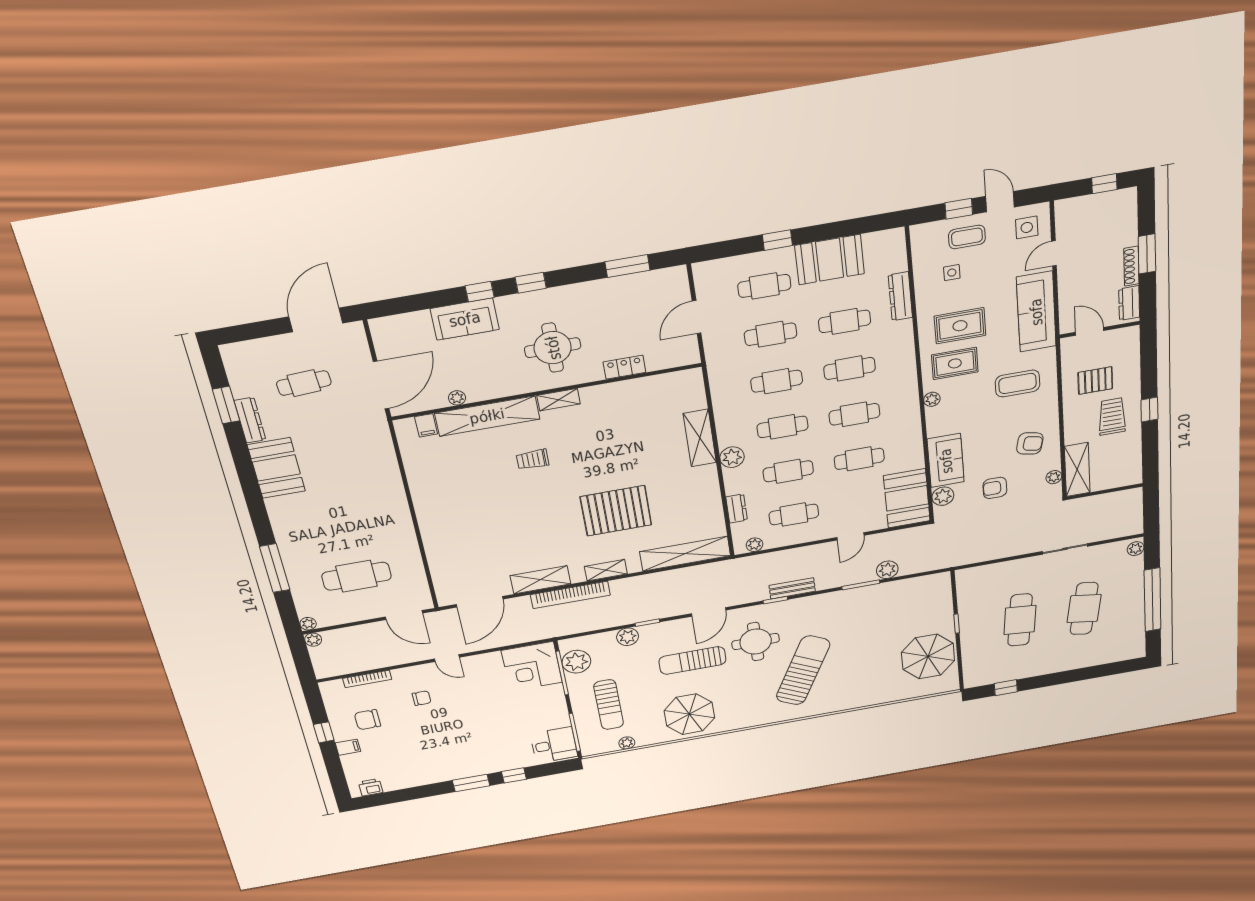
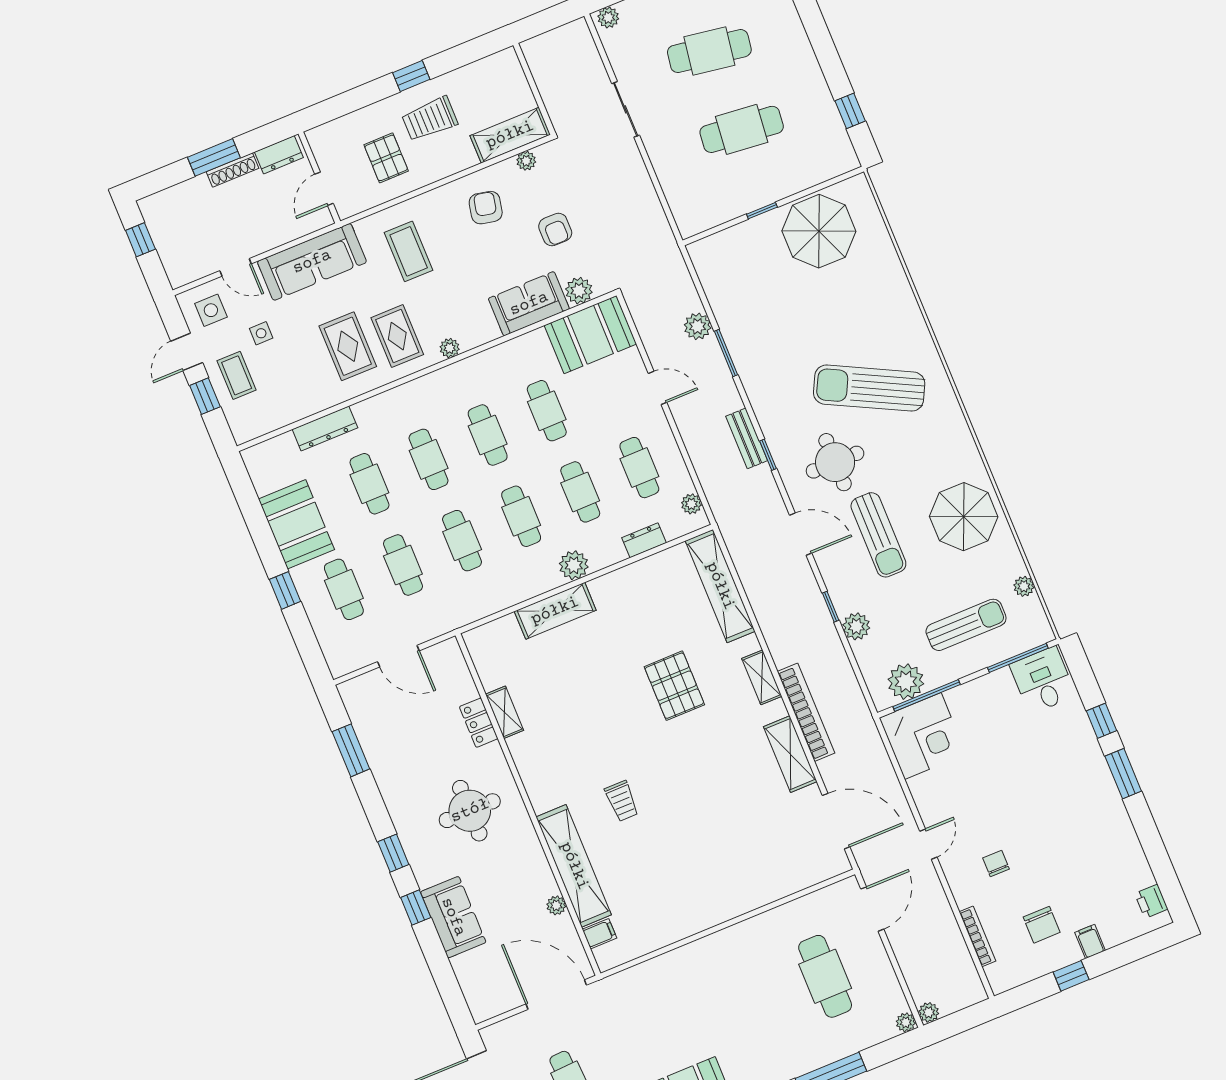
side table: (952, 273) -> (261, 333), moved
shelving: (559, 400) -> (504, 712), moved
pallet: (616, 511) -> (674, 686), width x0.73, depth x0.71

